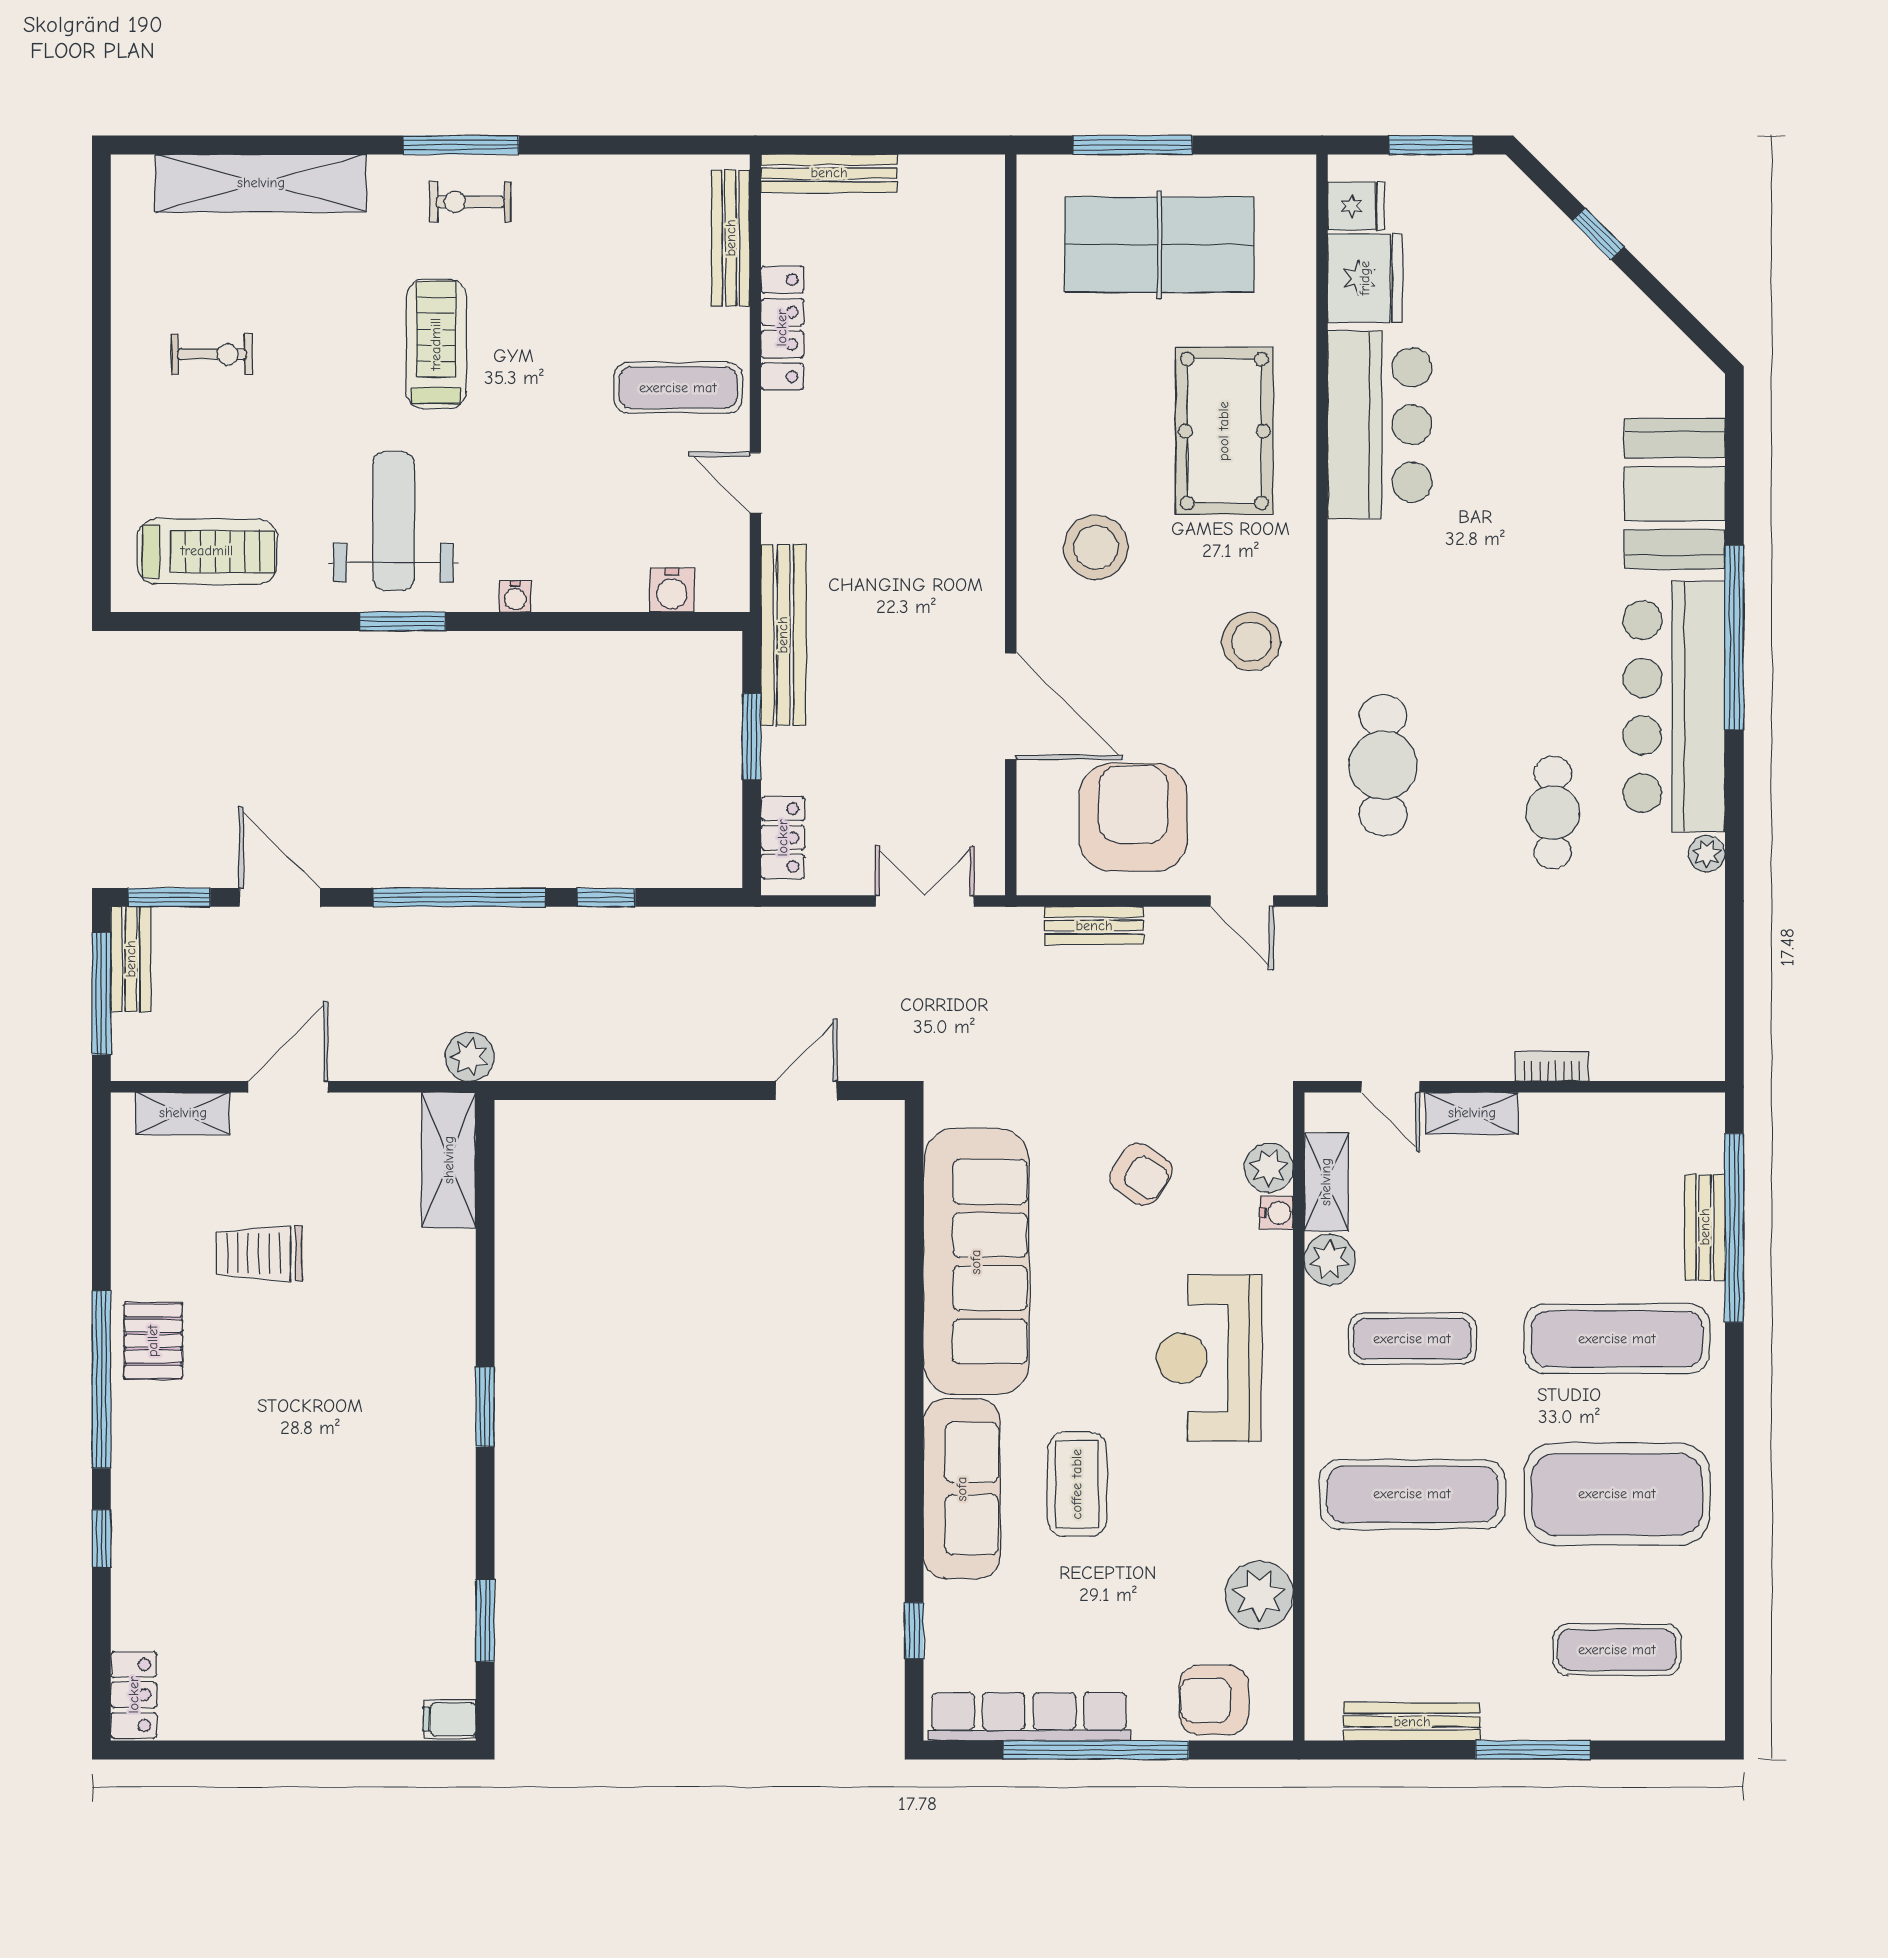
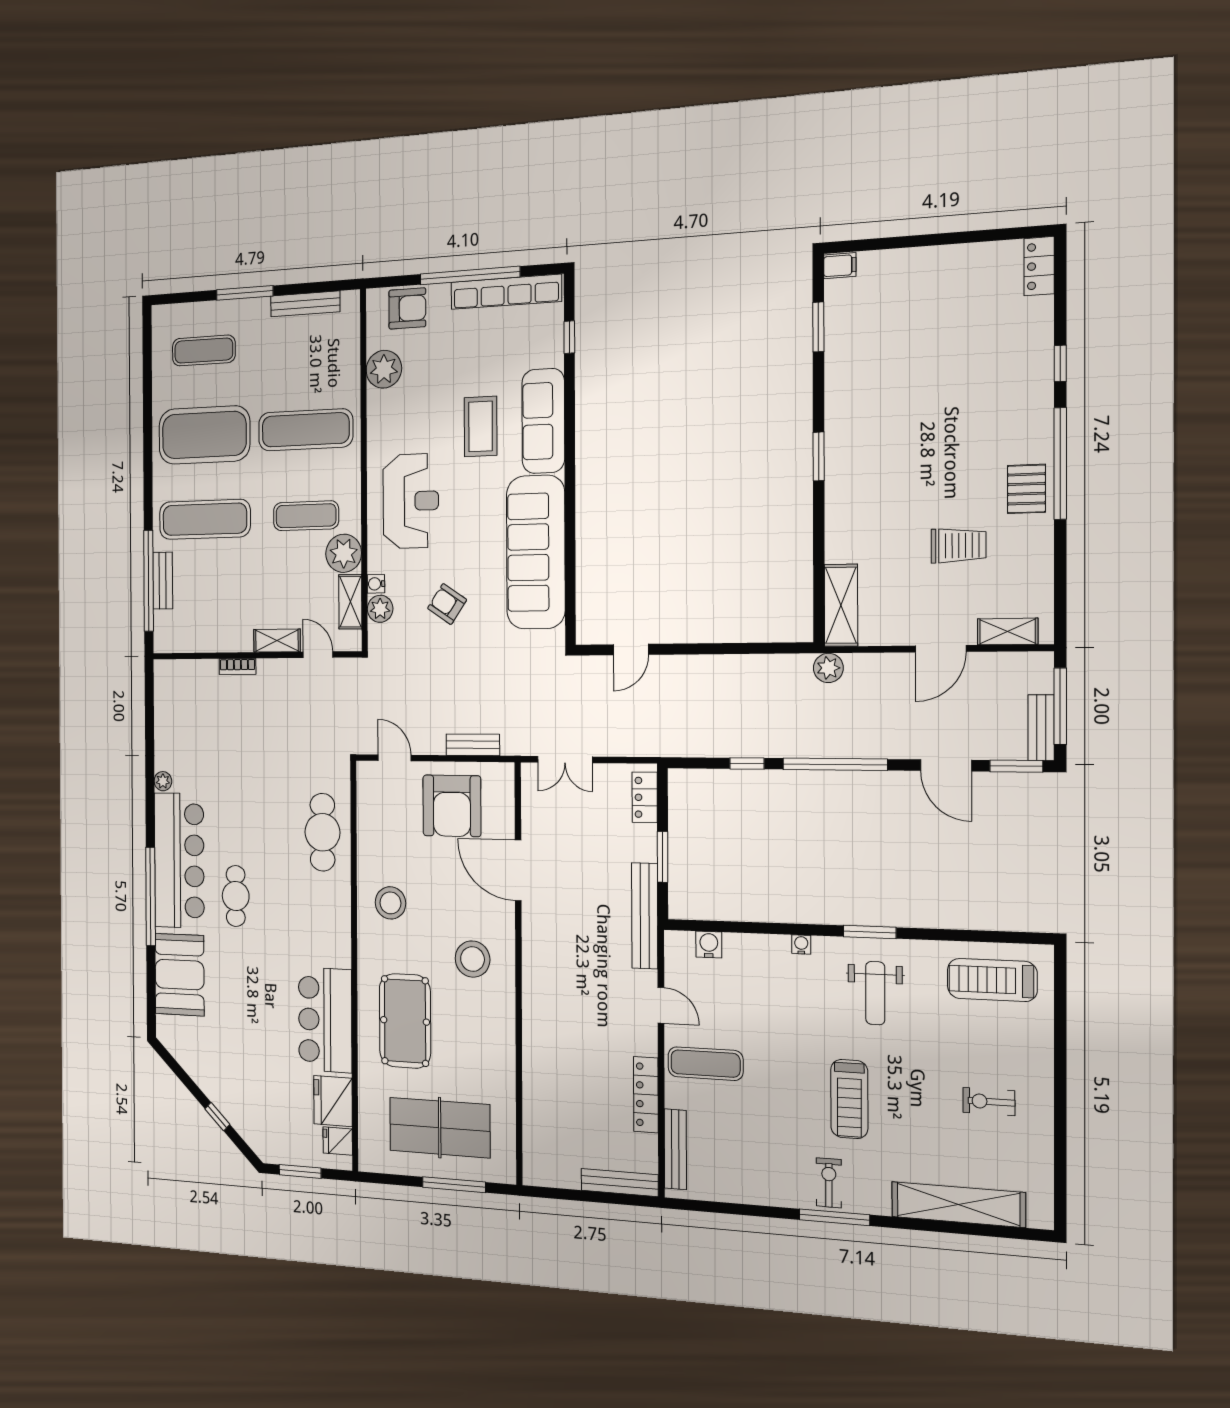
exercise bike: (470, 202) -> (829, 1183), turned -90
weight bench: (393, 521) -> (875, 993), width x0.73, depth x0.75
cafe table: (1553, 813) -> (236, 896), moved
plant: (1330, 1260) -> (344, 553), width x1.36, depth x1.36

